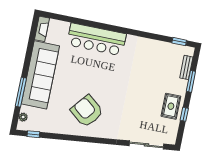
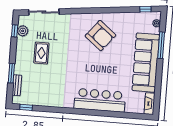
rug: (171, 106) -> (41, 53), moved
window: (184, 114) -> (15, 31), moved
plant: (173, 127) -> (23, 31), added

